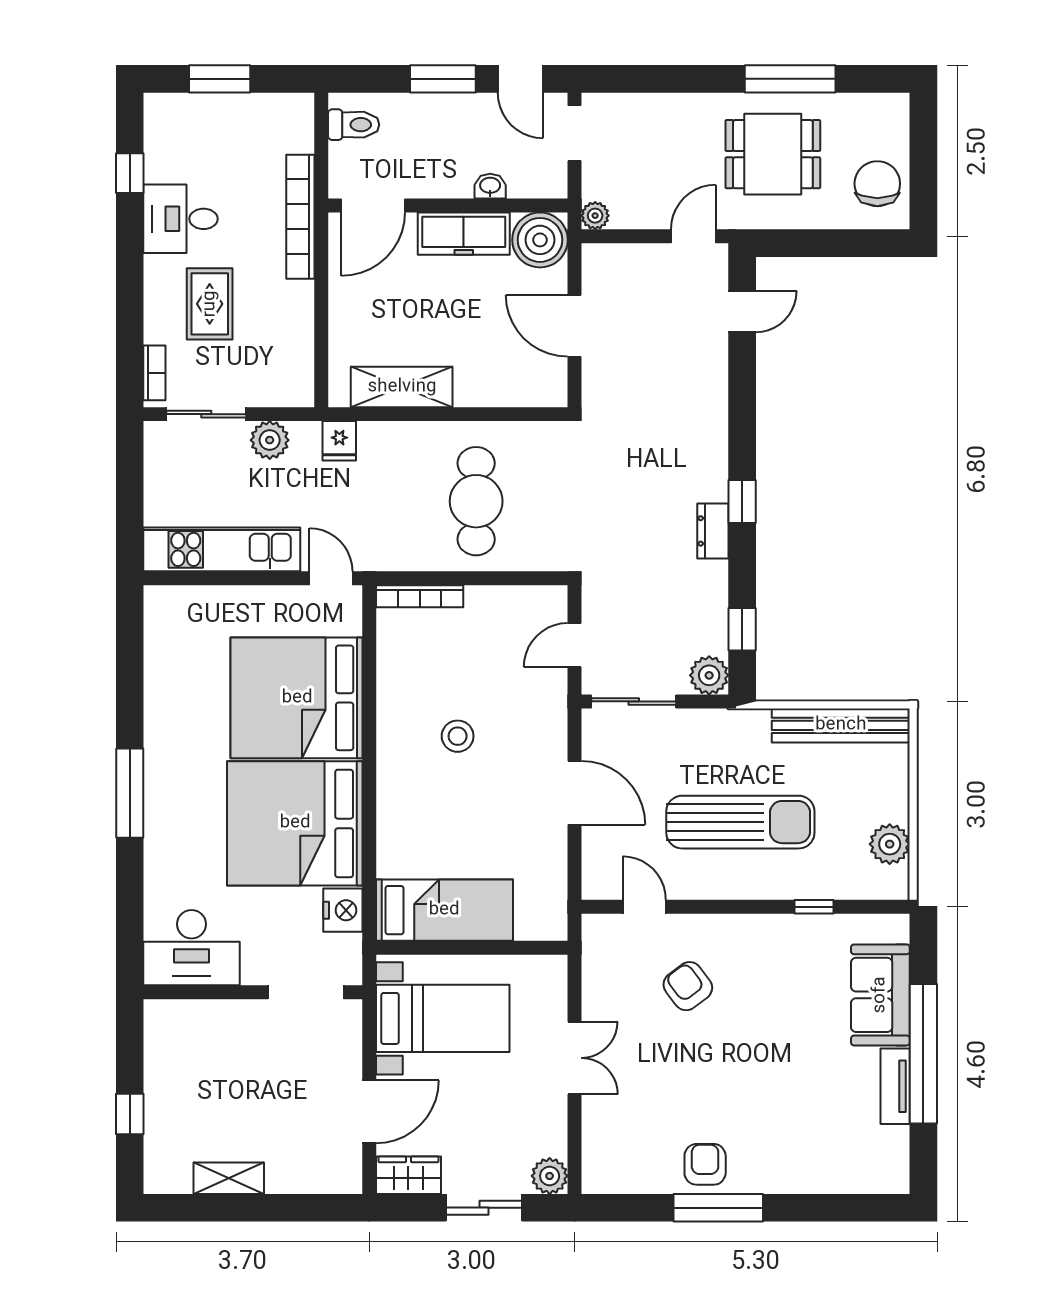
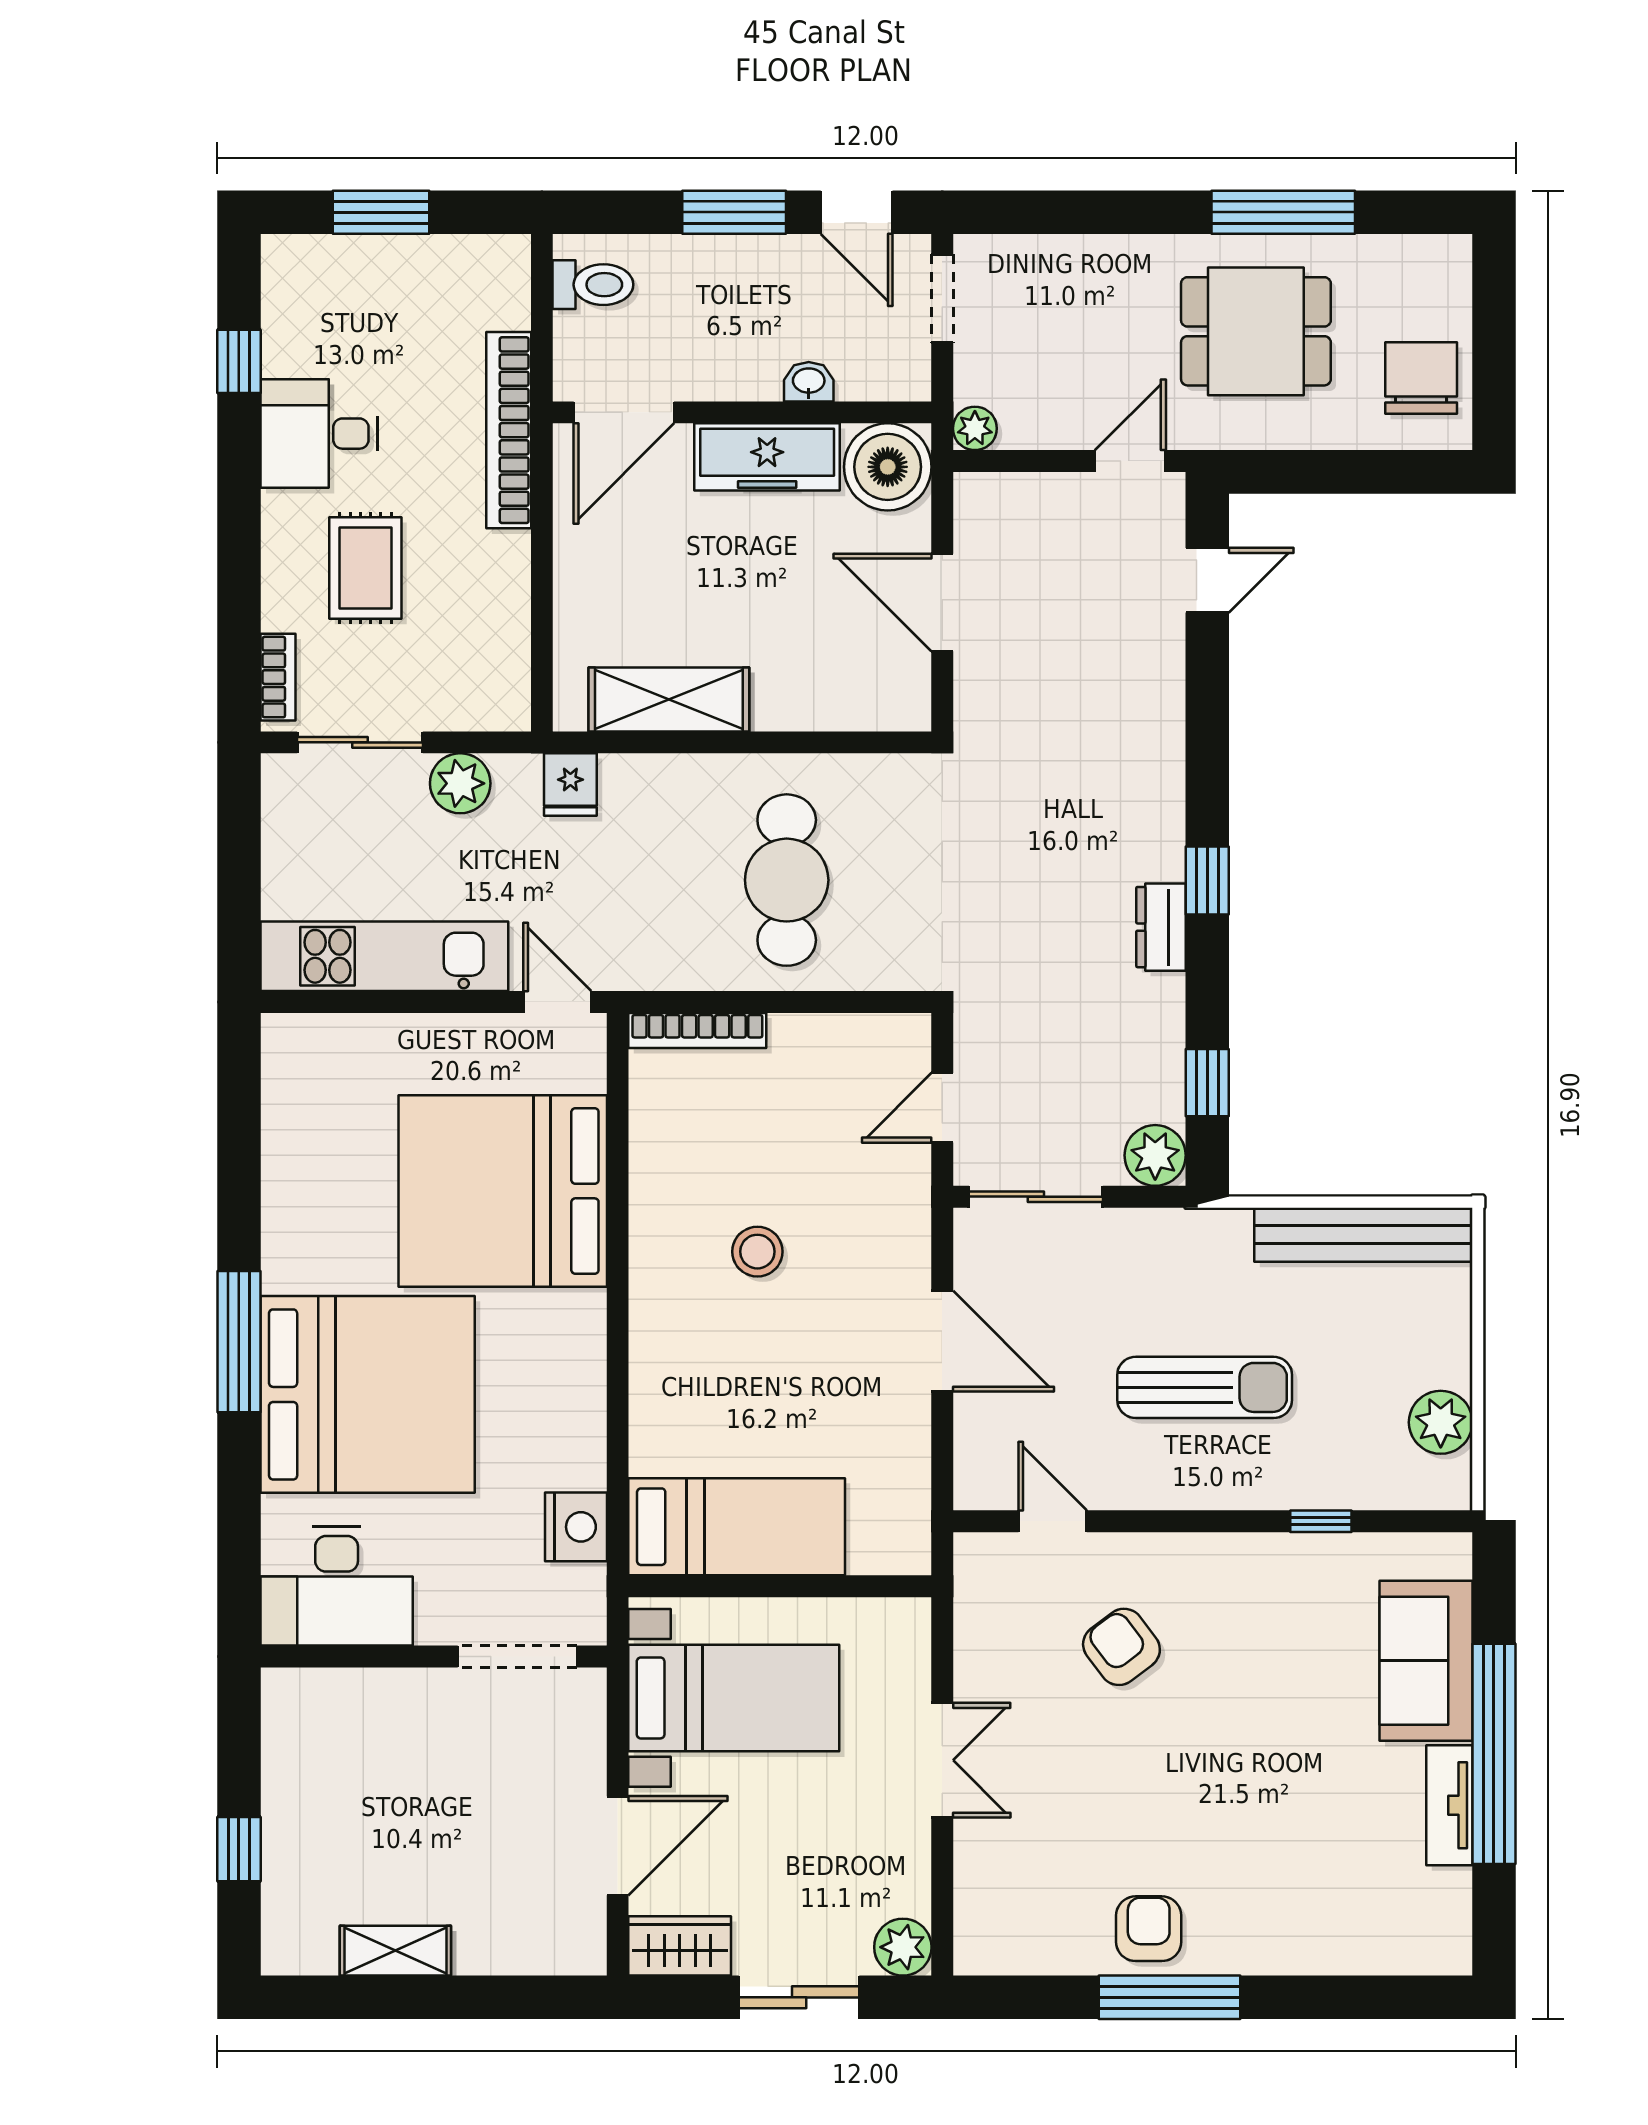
sun lounger: (740, 822) -> (1205, 1387), width x0.73, depth x0.75
bed: (295, 823) -> (368, 1394), moved, turned 180

